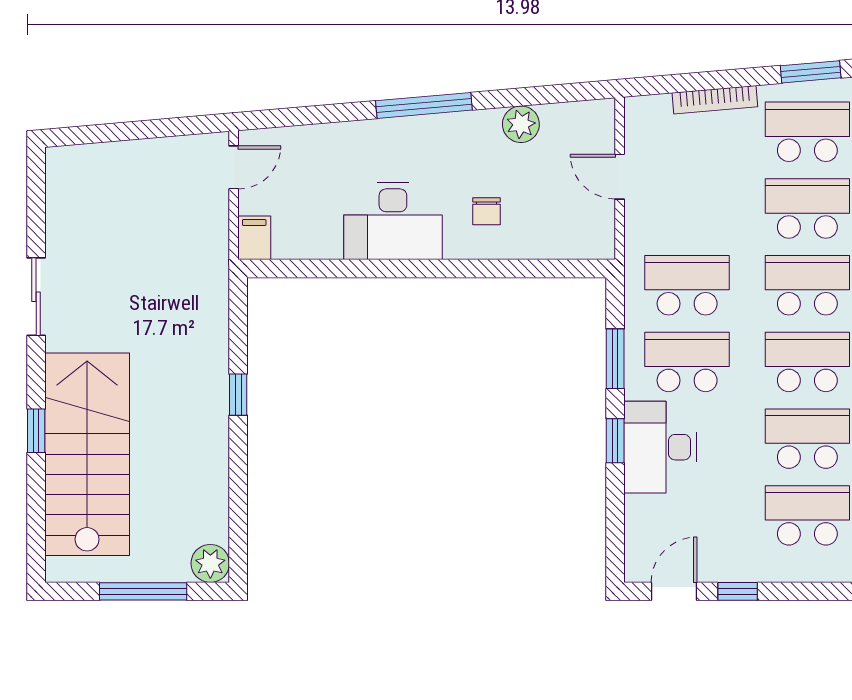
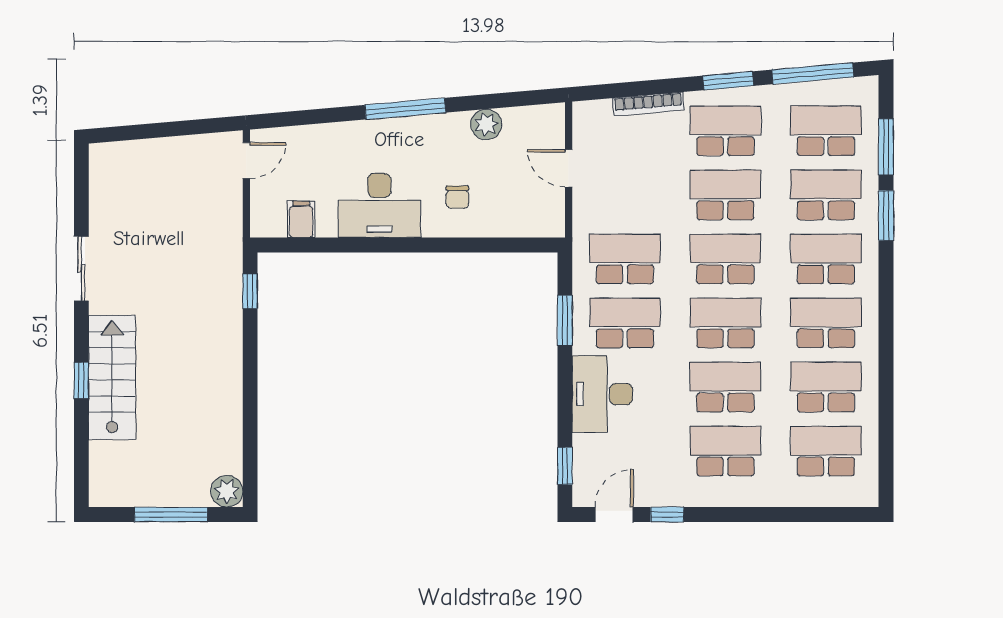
filing cabinet: (254, 238) -> (301, 219), moved
window: (238, 395) -> (250, 291), moved
window: (615, 441) -> (565, 466), moved
stairs: (87, 454) -> (112, 377), width x0.73, depth x0.66

